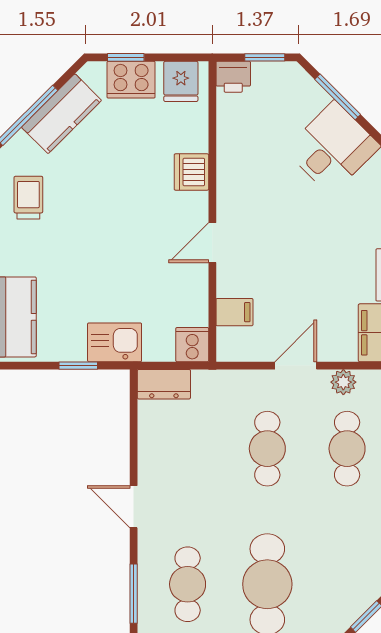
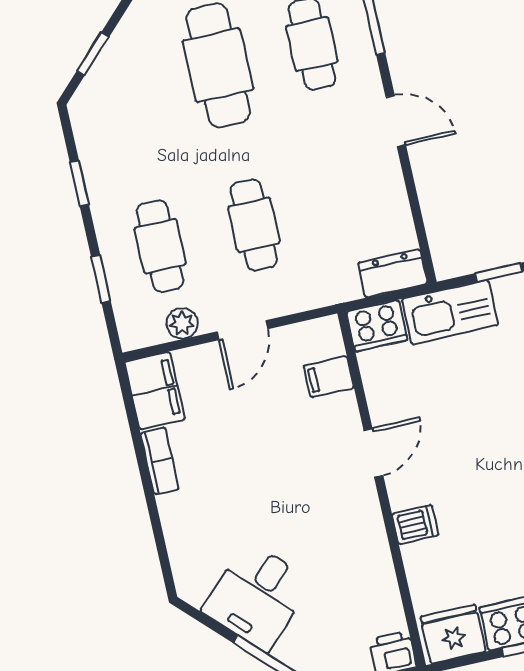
fridge: (181, 81) -> (453, 634), width x1.38
dishwasher: (191, 172) -> (415, 524), width x0.73
kitchen sink: (115, 342) -> (450, 312), width x1.38
cooker: (192, 345) -> (377, 326), width x1.36

